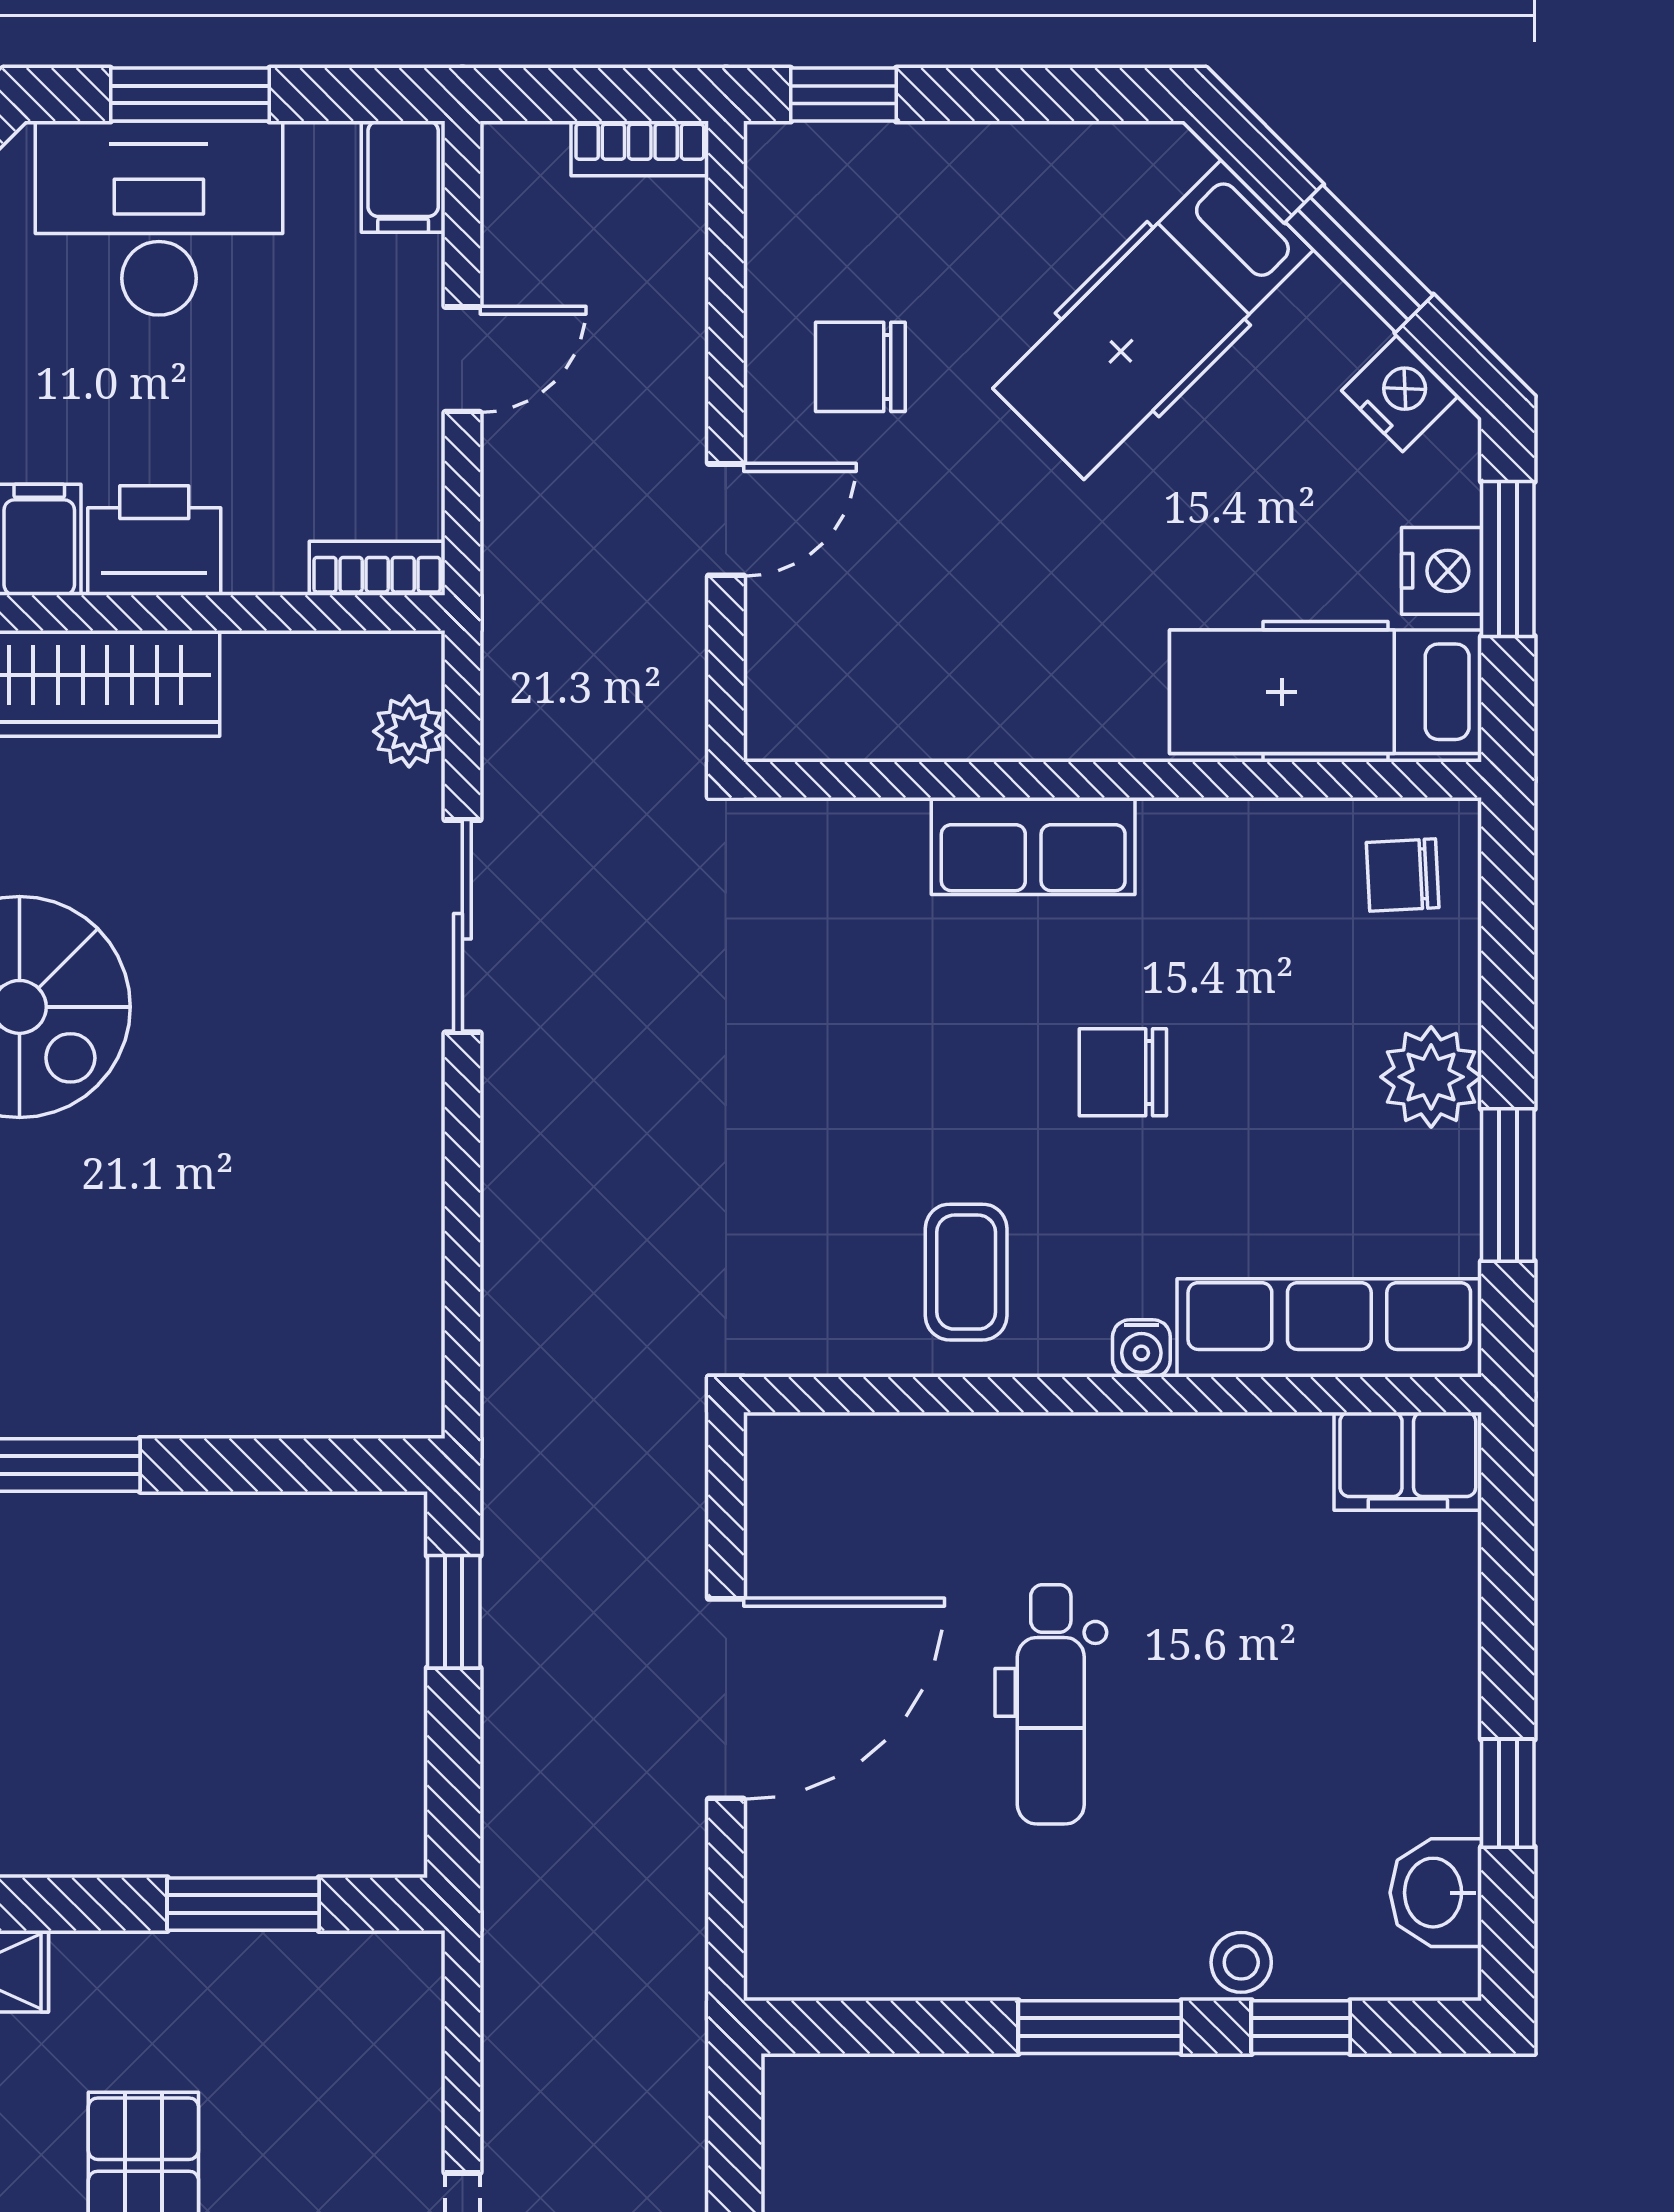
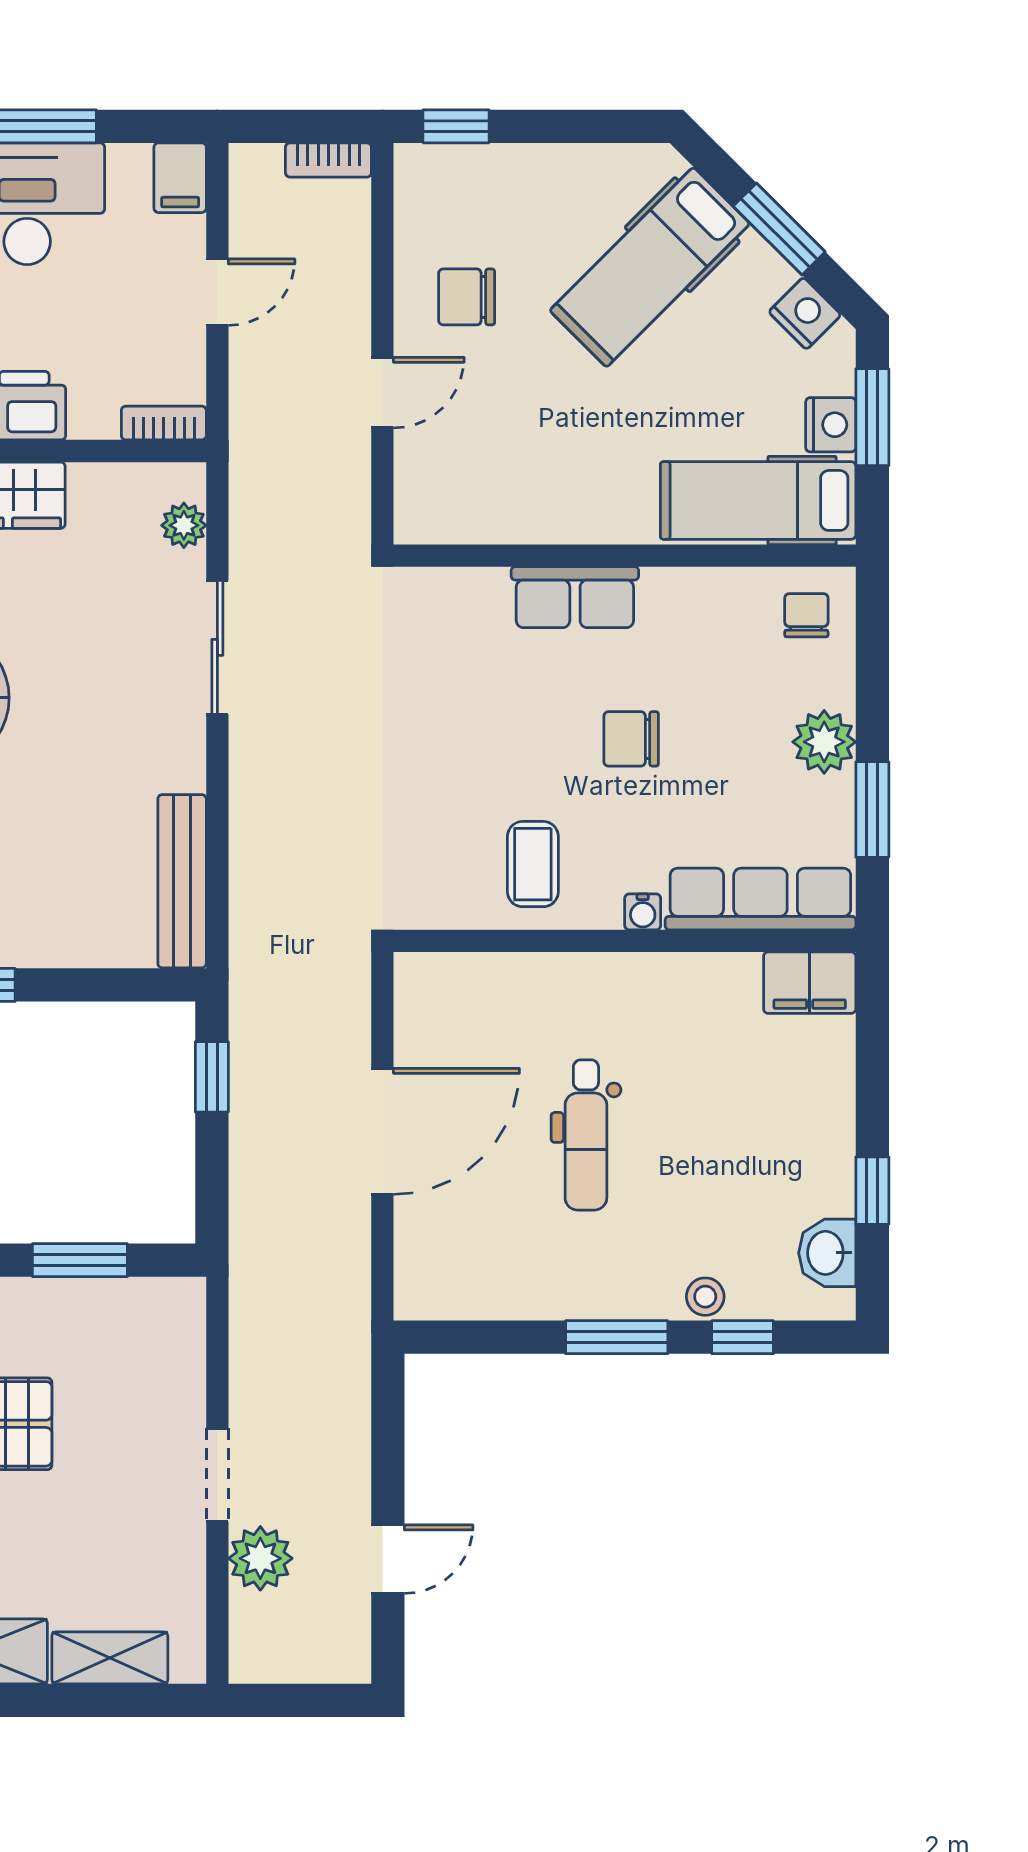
chair: (1403, 875) -> (806, 615), turned 93
bench: (406, 1299) -> (182, 881), added

